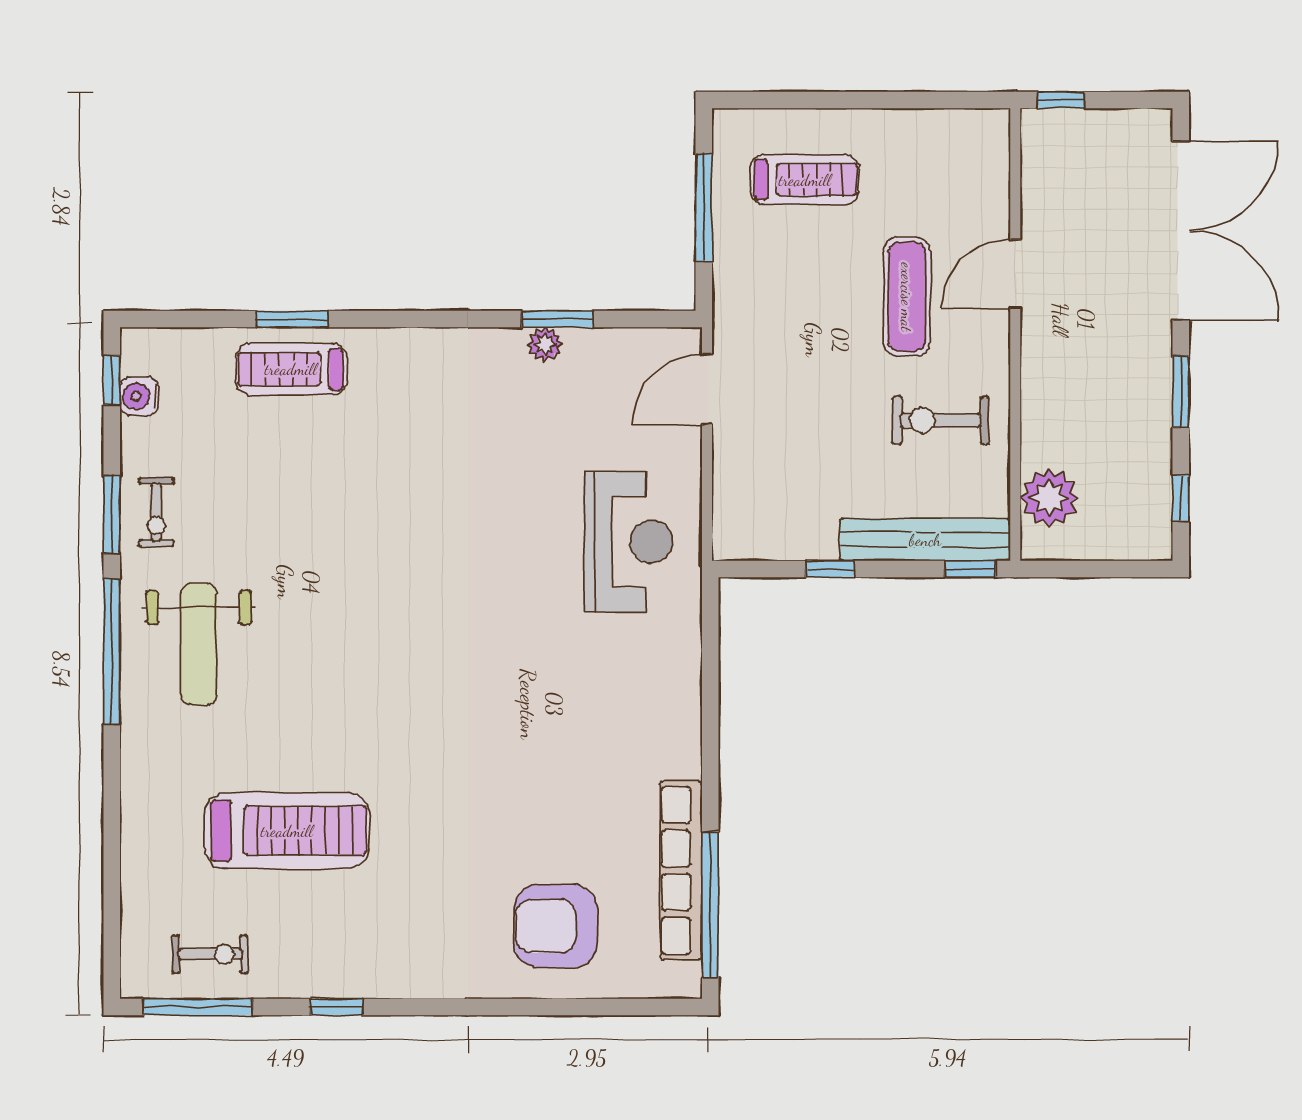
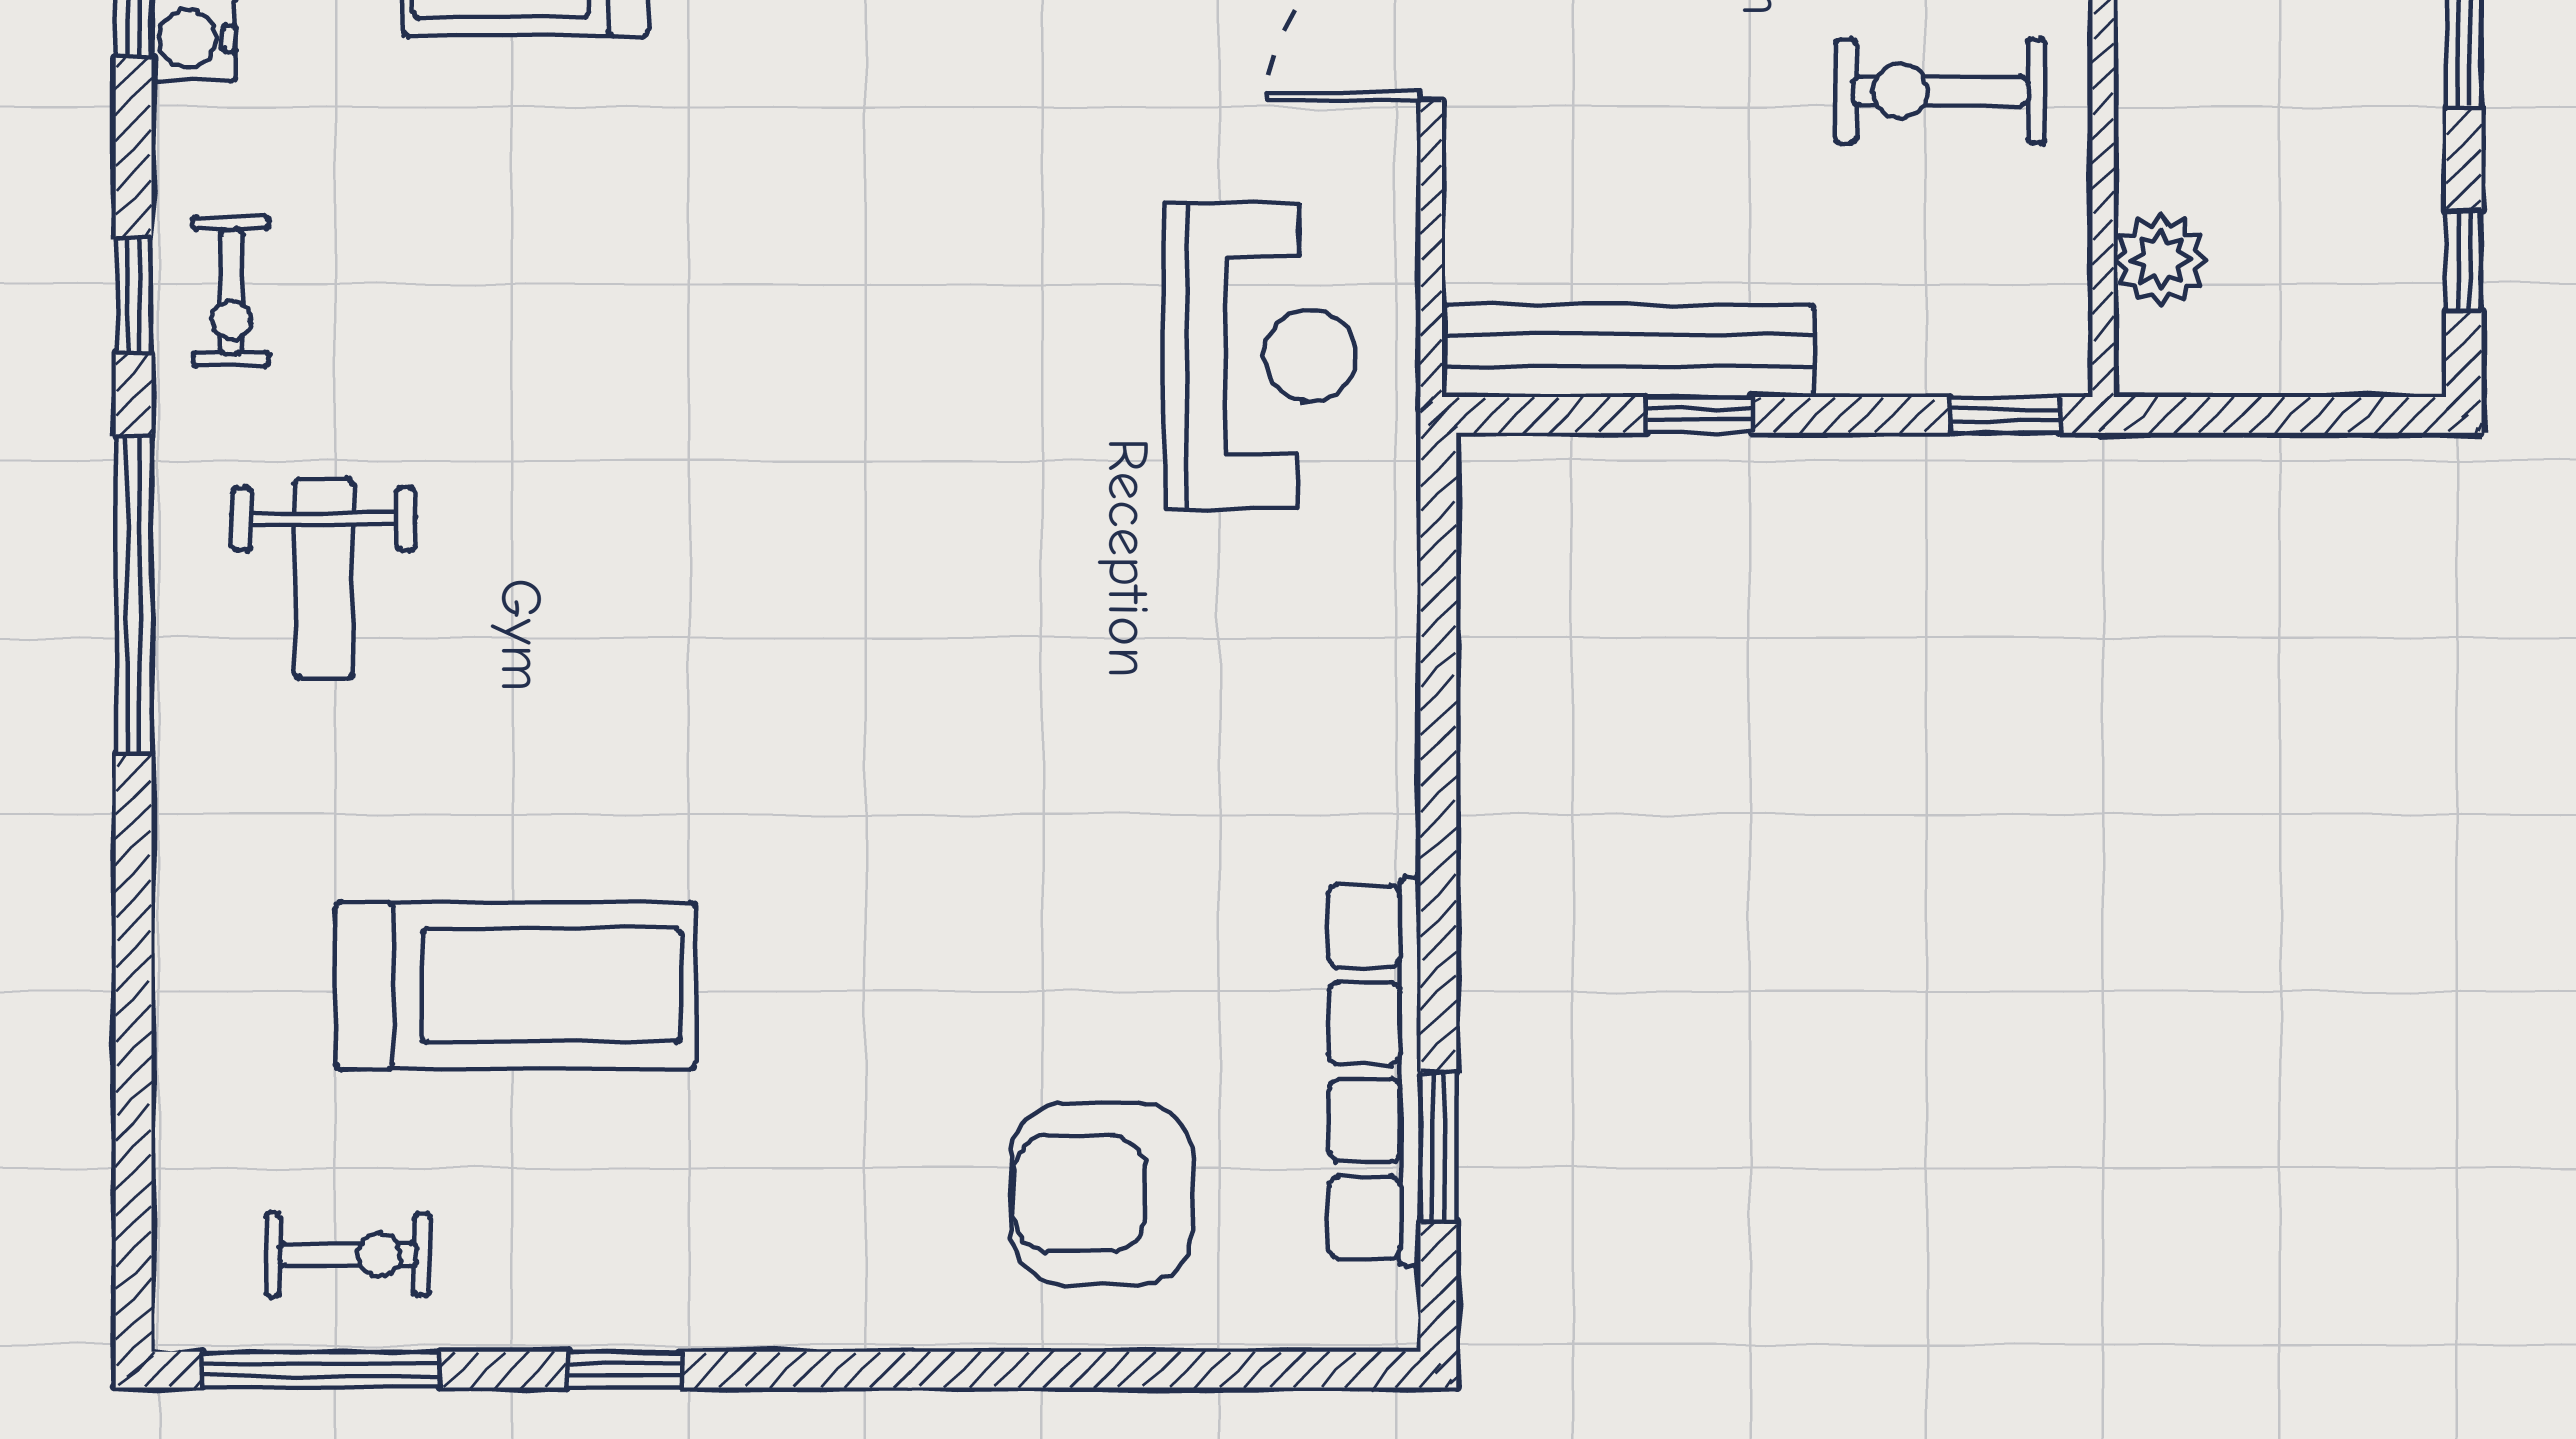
plant: (1049, 498) -> (2161, 260), width x0.73, depth x0.73
window: (112, 514) -> (134, 295), width x0.67
bench: (925, 540) -> (1628, 351), moved
weight bench: (199, 644) -> (324, 579), width x0.73, depth x0.75
window: (710, 905) -> (1438, 1147), width x0.47

